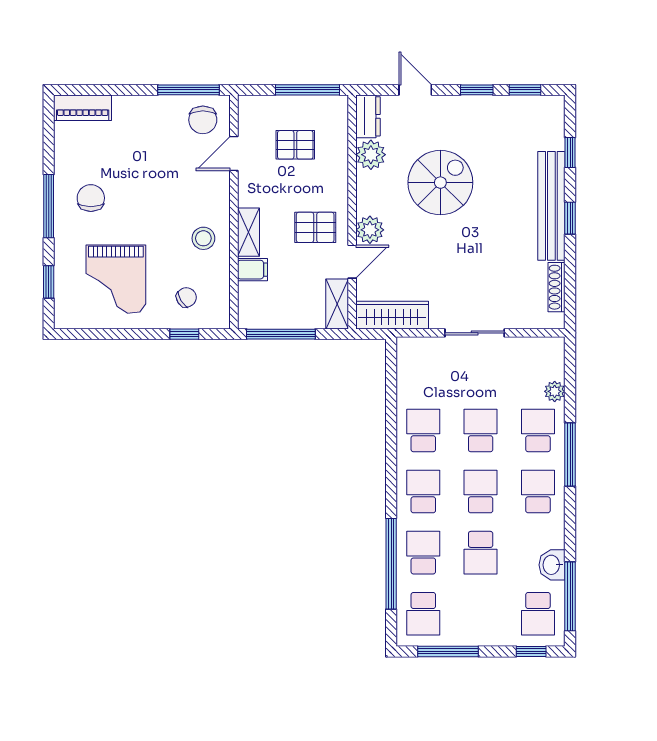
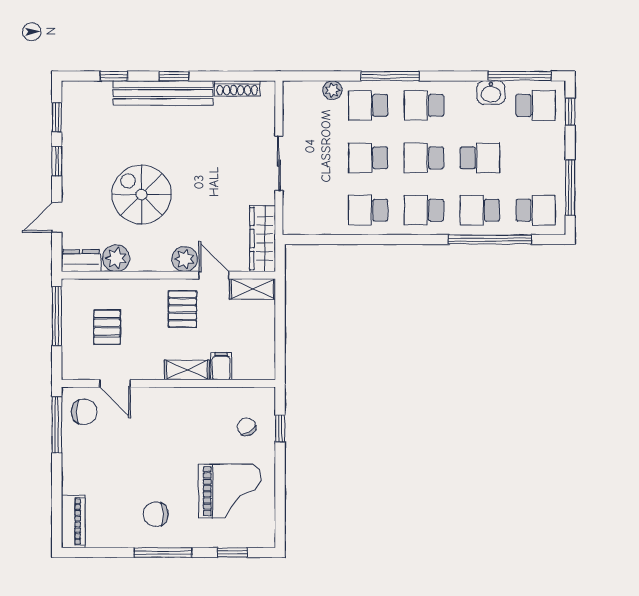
stool: (203, 238) -> (193, 411), removed
window: (281, 334) -> (280, 340), removed

